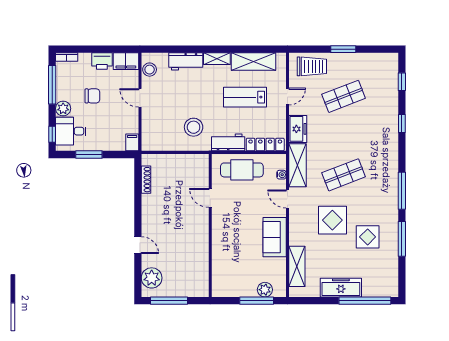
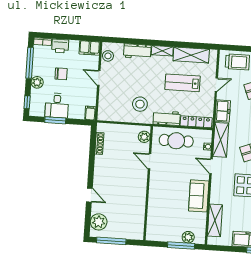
printer: (102, 61) -> (60, 46), moved
desk: (71, 131) -> (57, 106), moved, turned -90
plant: (202, 168) -> (144, 137), added

